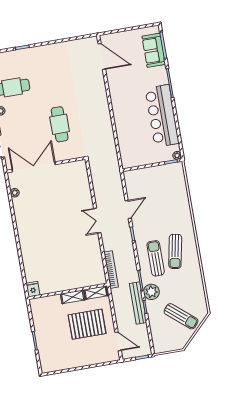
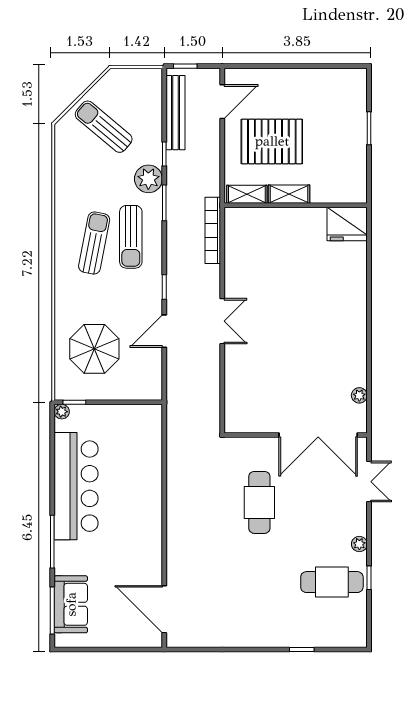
parasol: (165, 193) -> (94, 349), added
fridge: (33, 289) -> (347, 224), width x1.88, depth x1.34
bench: (138, 303) -> (176, 113), moved
door: (118, 341) -> (222, 102), swing flipped

